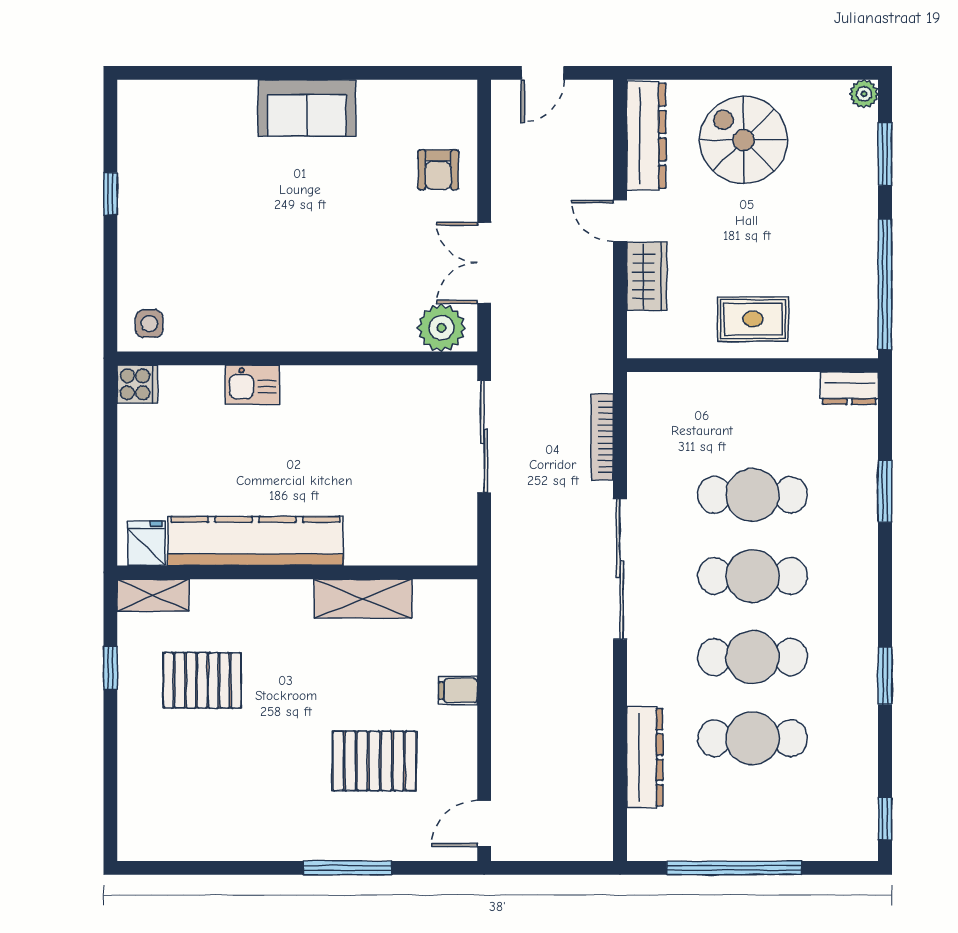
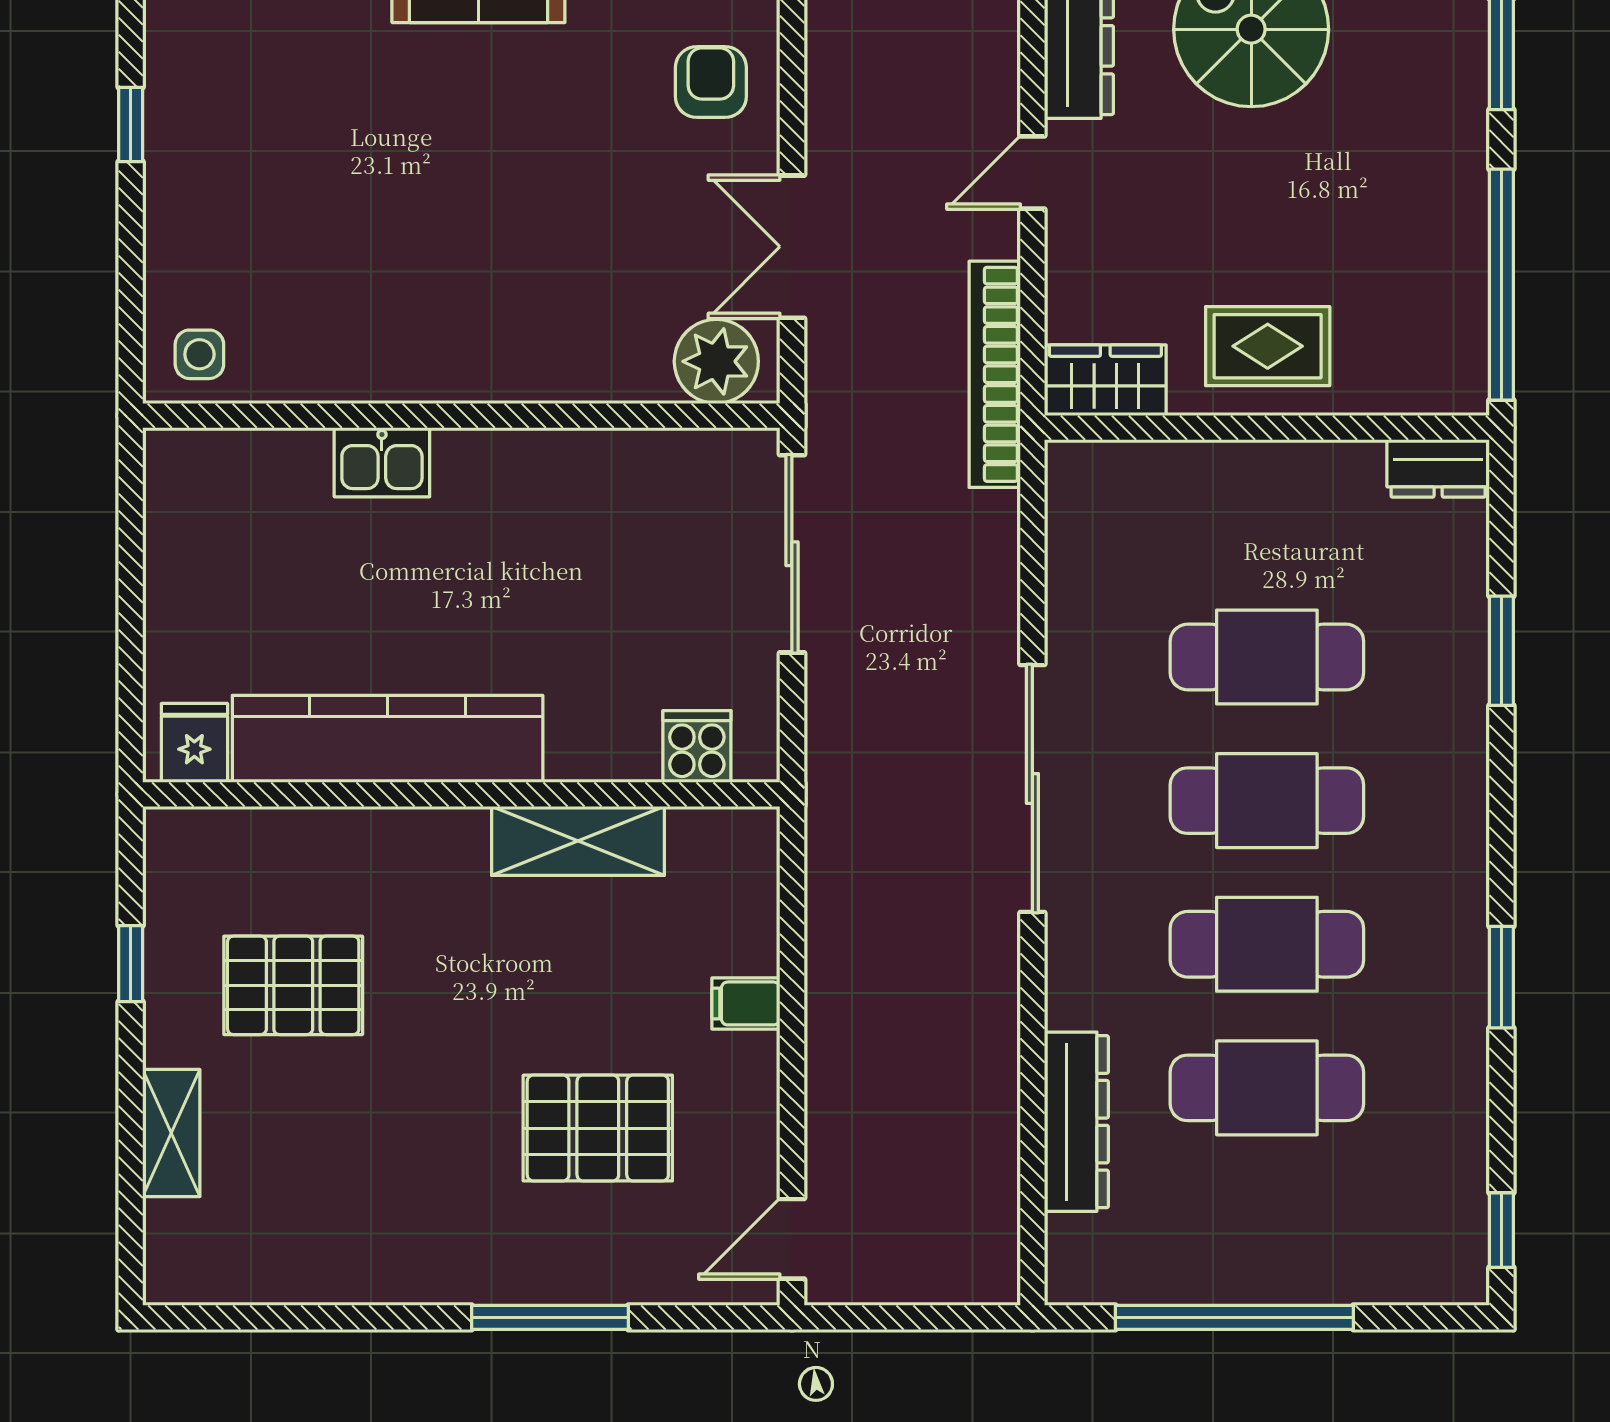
armchair: (438, 170) -> (711, 82), turned 180
door: (620, 221) -> (1032, 172), hinge flipped
wardrobe: (647, 276) -> (1105, 380), moved, turned -90
cooker: (137, 384) -> (697, 746), moved, turned -90
bookcase: (602, 437) -> (995, 374), moved, width x1.48, depth x1.31
shelving: (153, 595) -> (171, 1133), moved, turned 90

